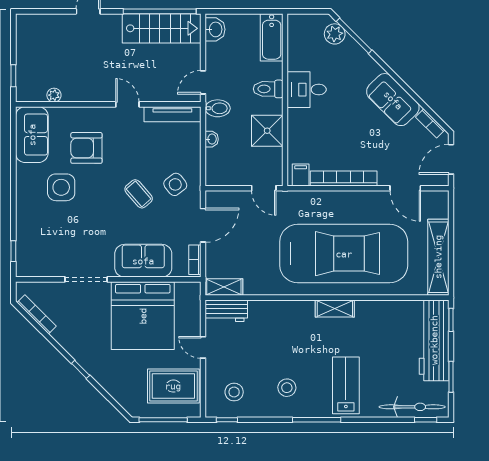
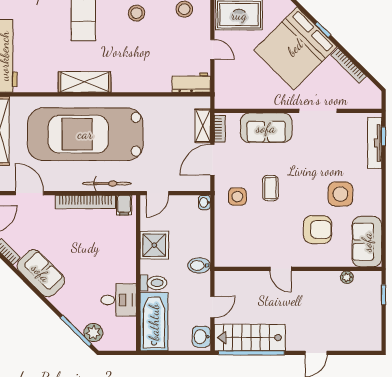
bathtub: (272, 37) -> (154, 322), width x1.36, depth x1.36
door: (203, 82) -> (212, 307), moved
desk: (307, 90) -> (119, 300), moved
tv unit: (172, 114) -> (375, 143), moved, turned -90
washbasin: (212, 139) -> (204, 202), moved
side table: (175, 184) -> (237, 197), turned 38
door: (264, 188) -> (157, 193), swing flipped
coffee table: (139, 194) -> (270, 188), turned 41
bicycle: (320, 199) -> (107, 184), added
shelving: (224, 287) -> (203, 126), moved, turned 90
shelving: (335, 308) -> (85, 82), width x1.50, depth x1.33
bookcase: (37, 314) -> (349, 65), moved
bed: (143, 316) -> (295, 48), moved, turned -135

